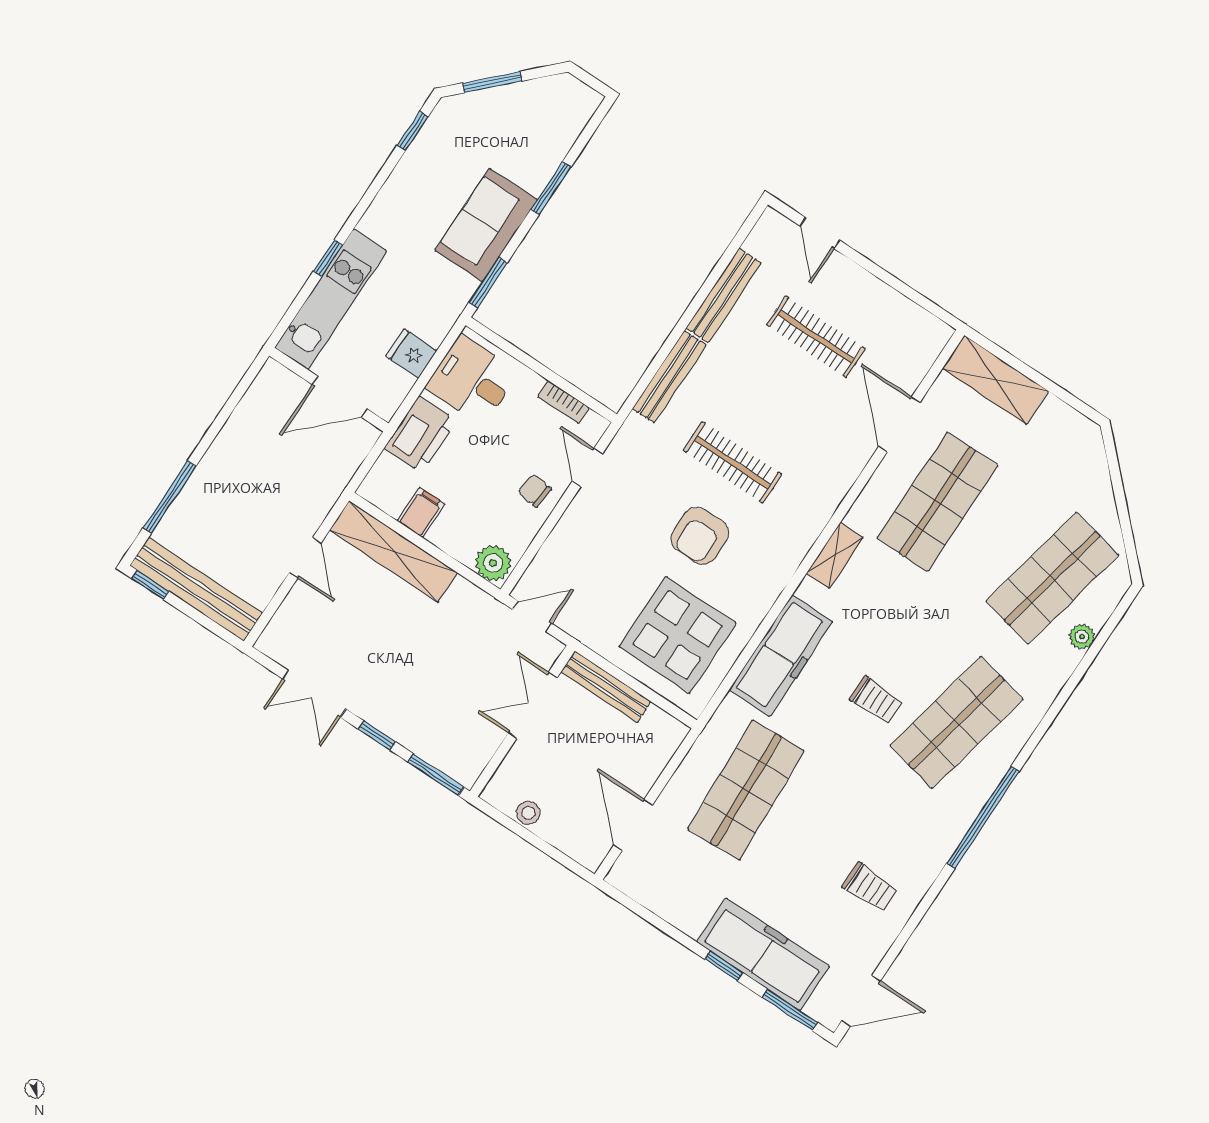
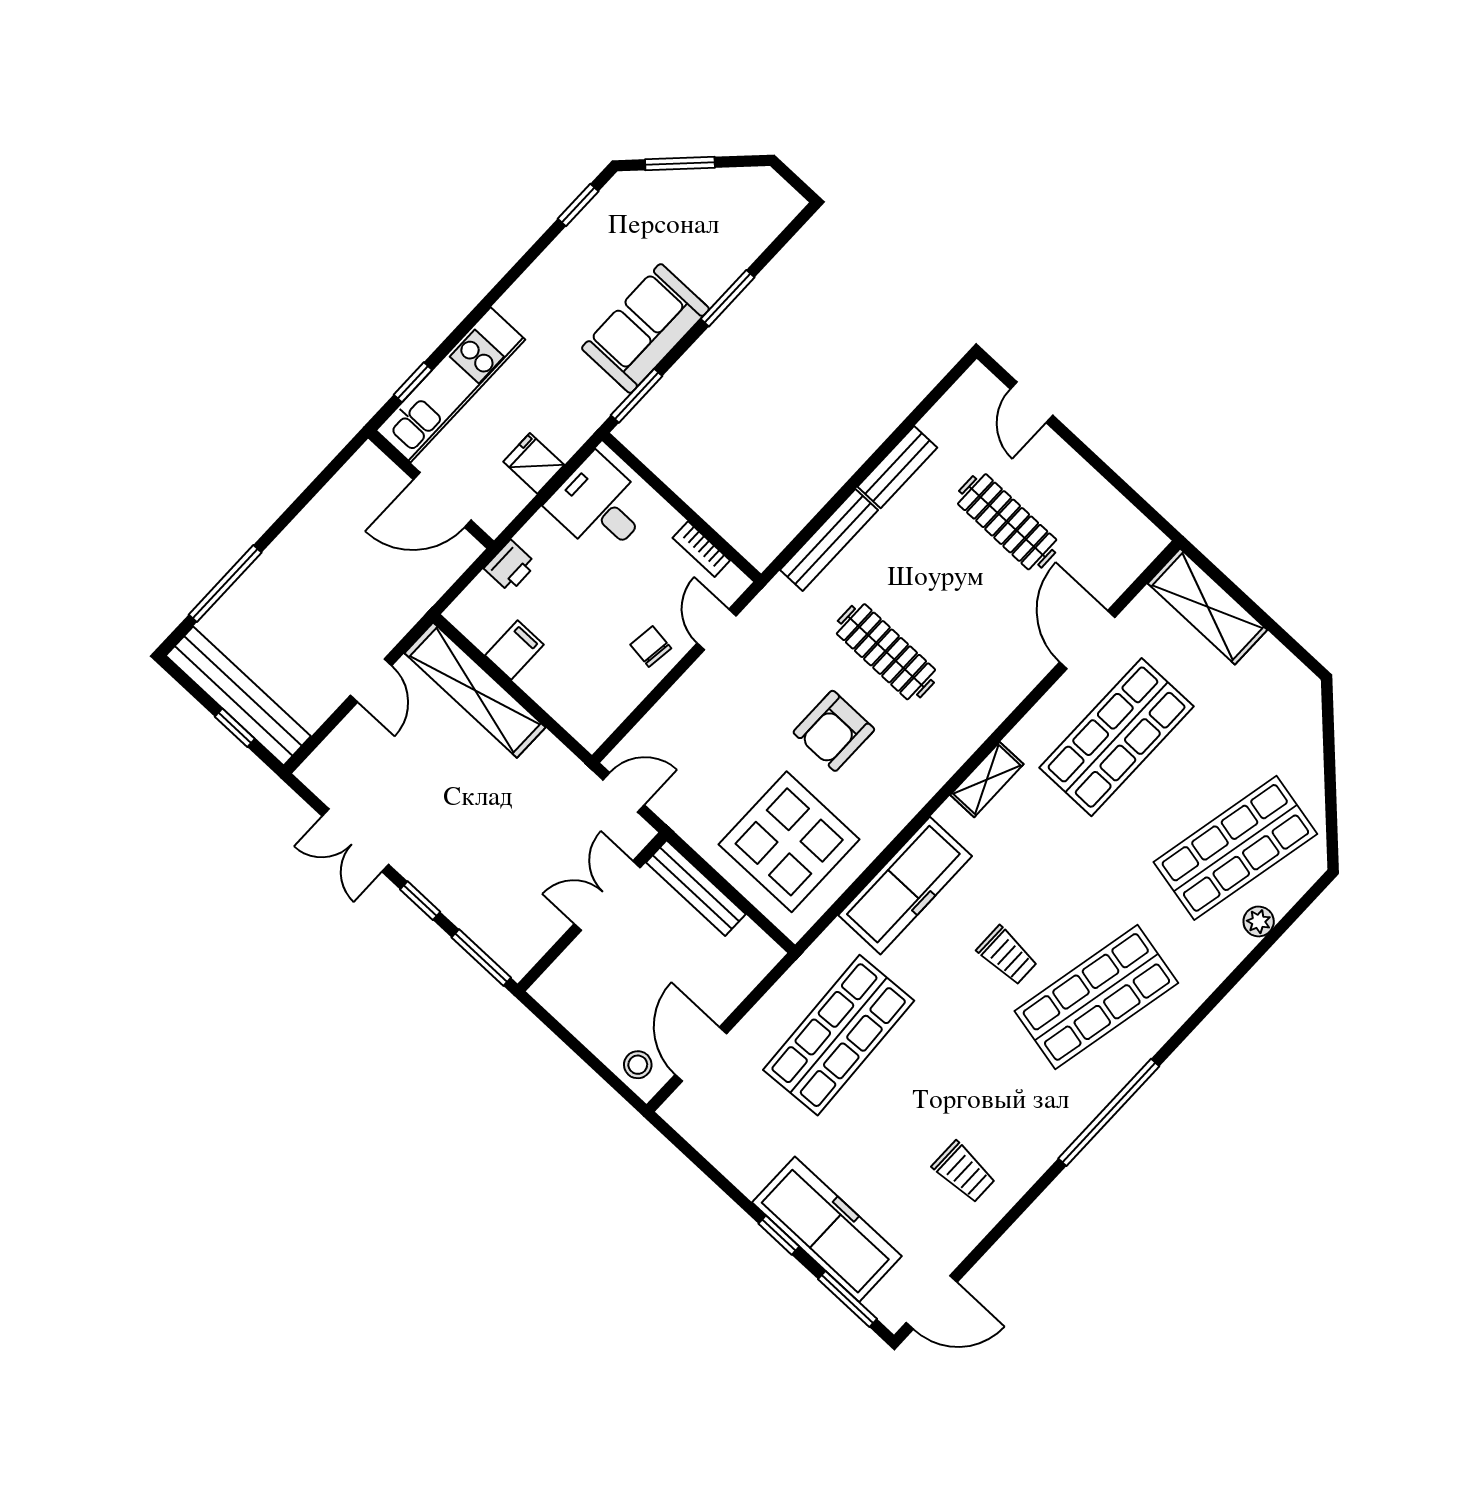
window: (328, 258) -> (413, 382), moved
bench: (724, 295) -> (897, 467), width x0.73
printer: (420, 435) -> (510, 566), width x0.53, depth x0.68
plant: (493, 563) -> (588, 723), removed
window: (150, 585) -> (235, 728), moved
stool: (528, 813) -> (638, 1065), moved

